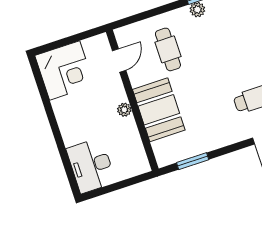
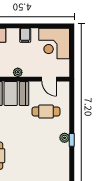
filing cabinet: (67, 117) -> (25, 35), added

